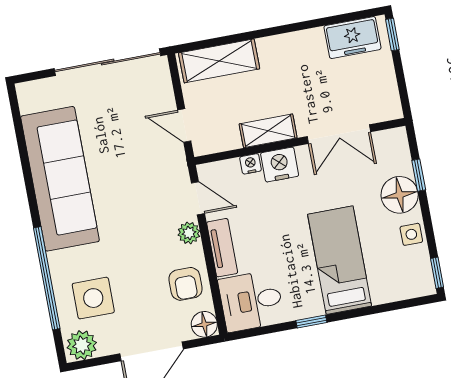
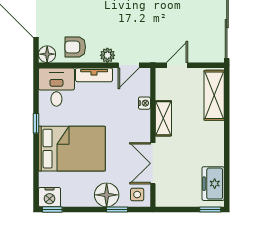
nightstand: (280, 165) -> (50, 197), moved, turned 90
side table: (411, 234) -> (137, 195), moved
bed: (340, 260) -> (72, 149), width x1.50

